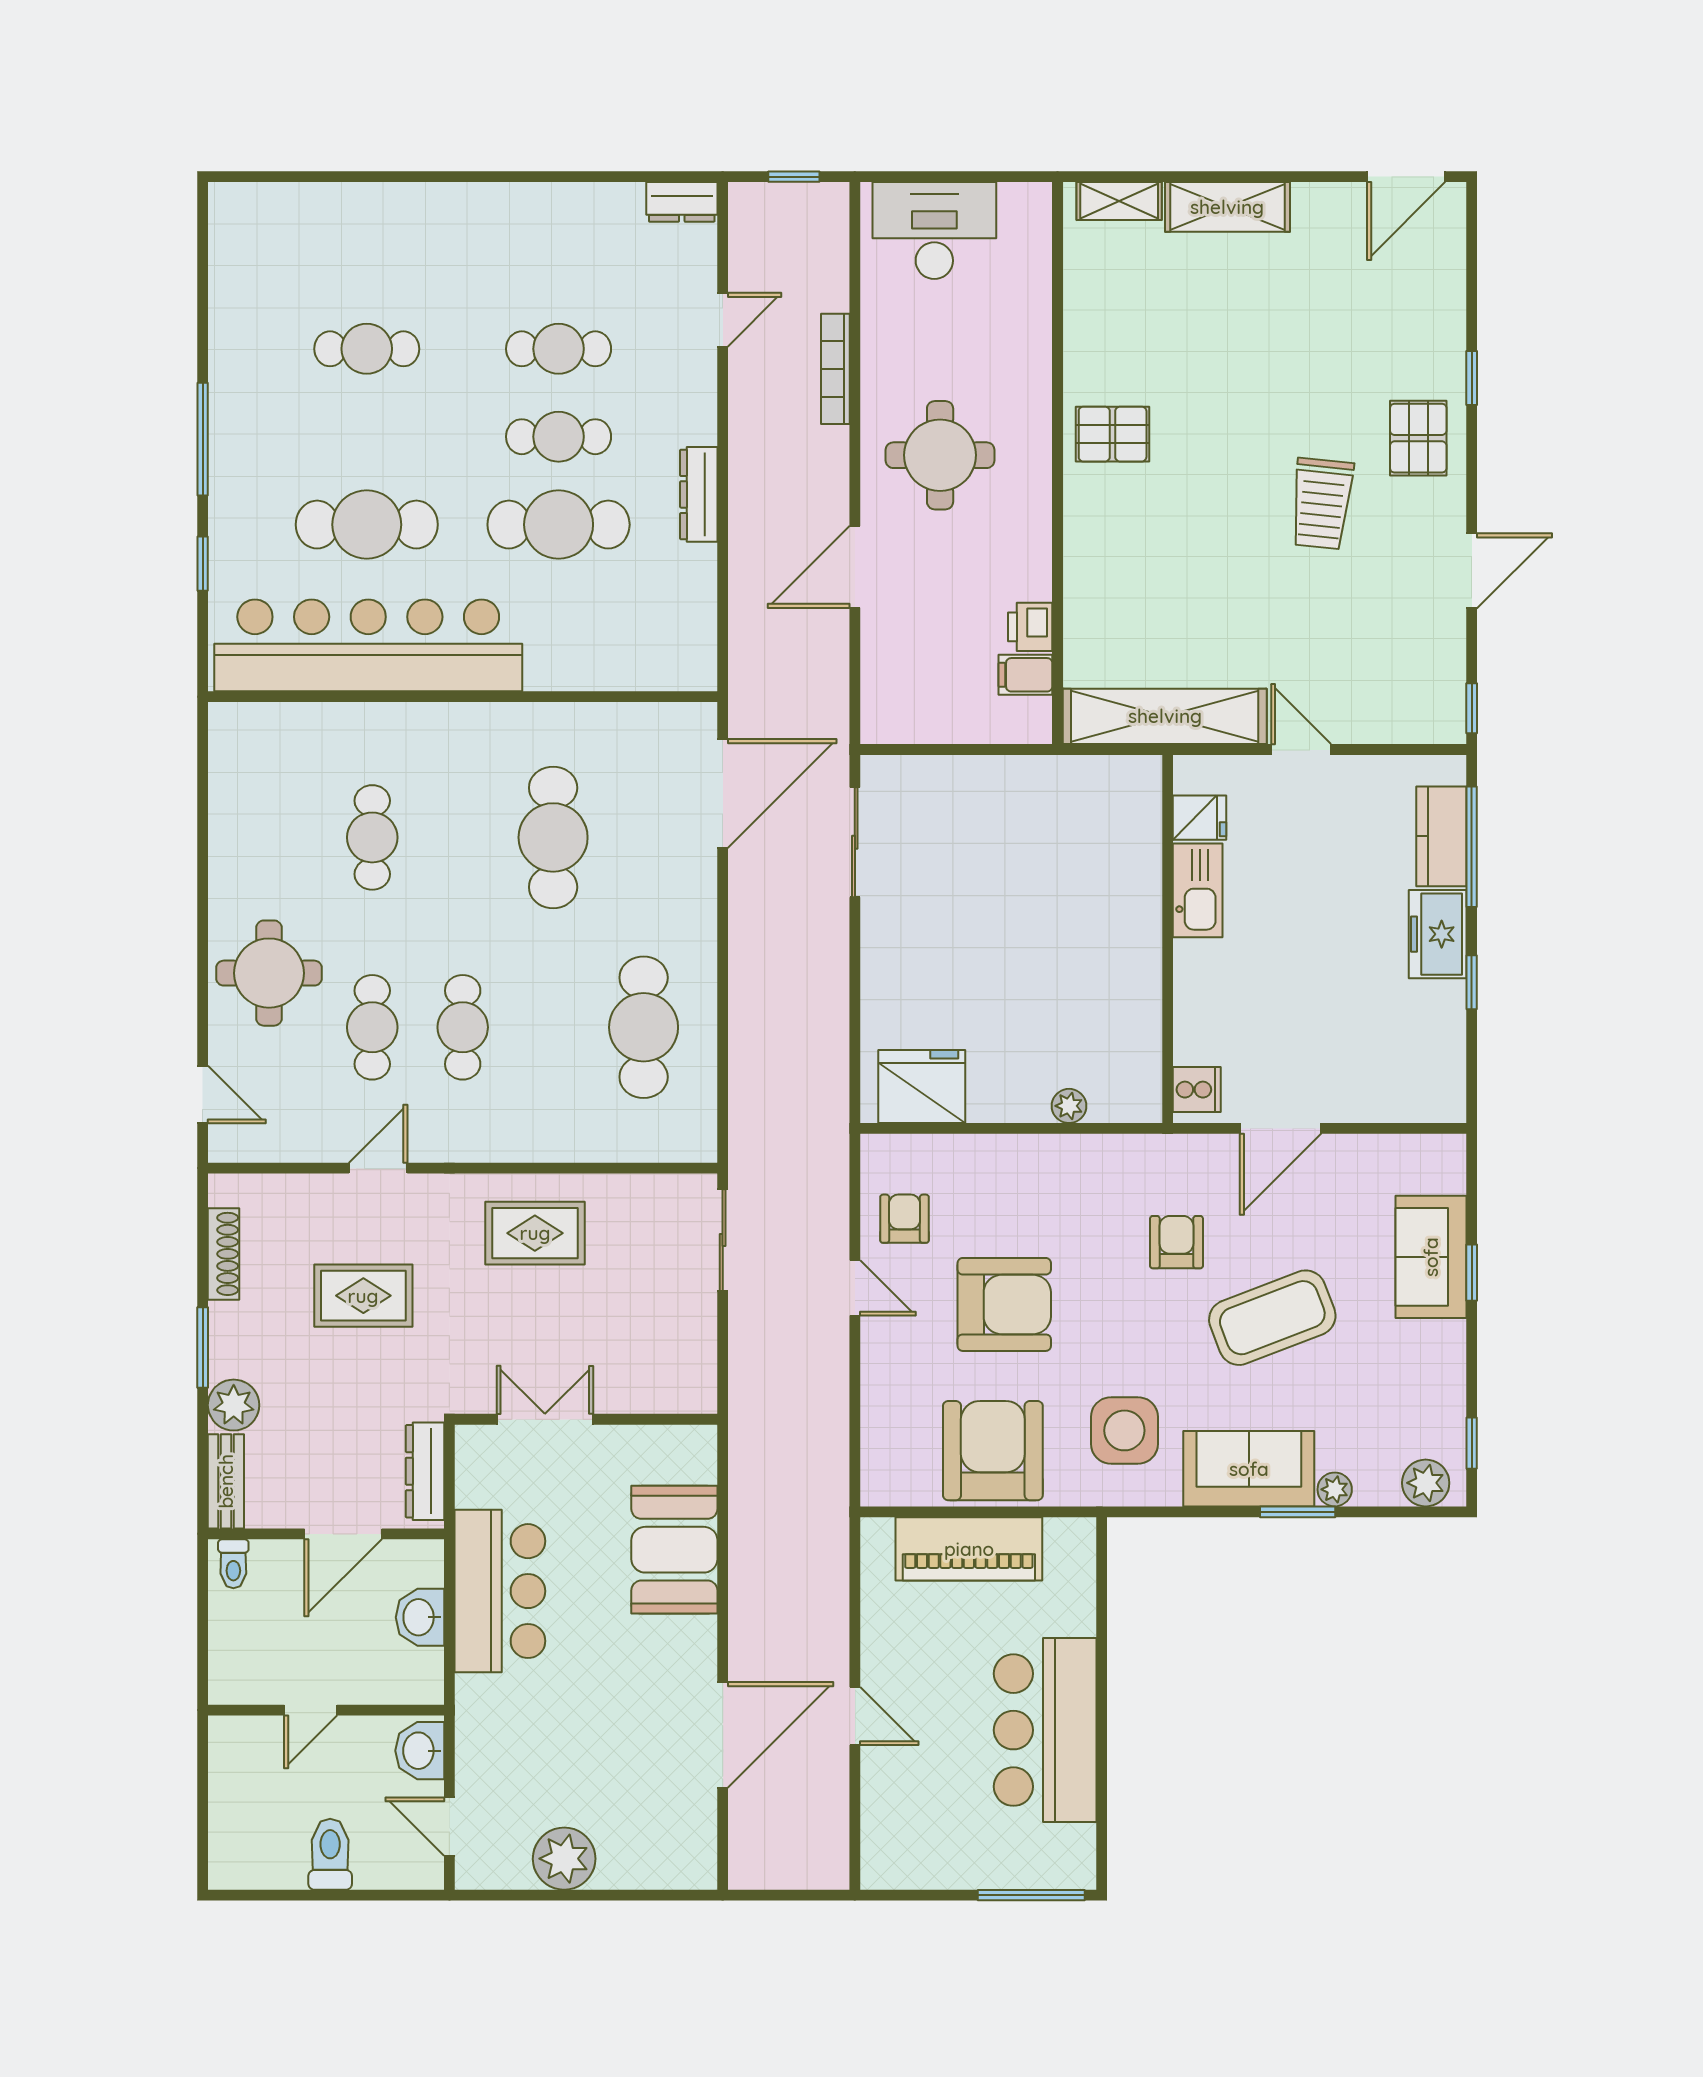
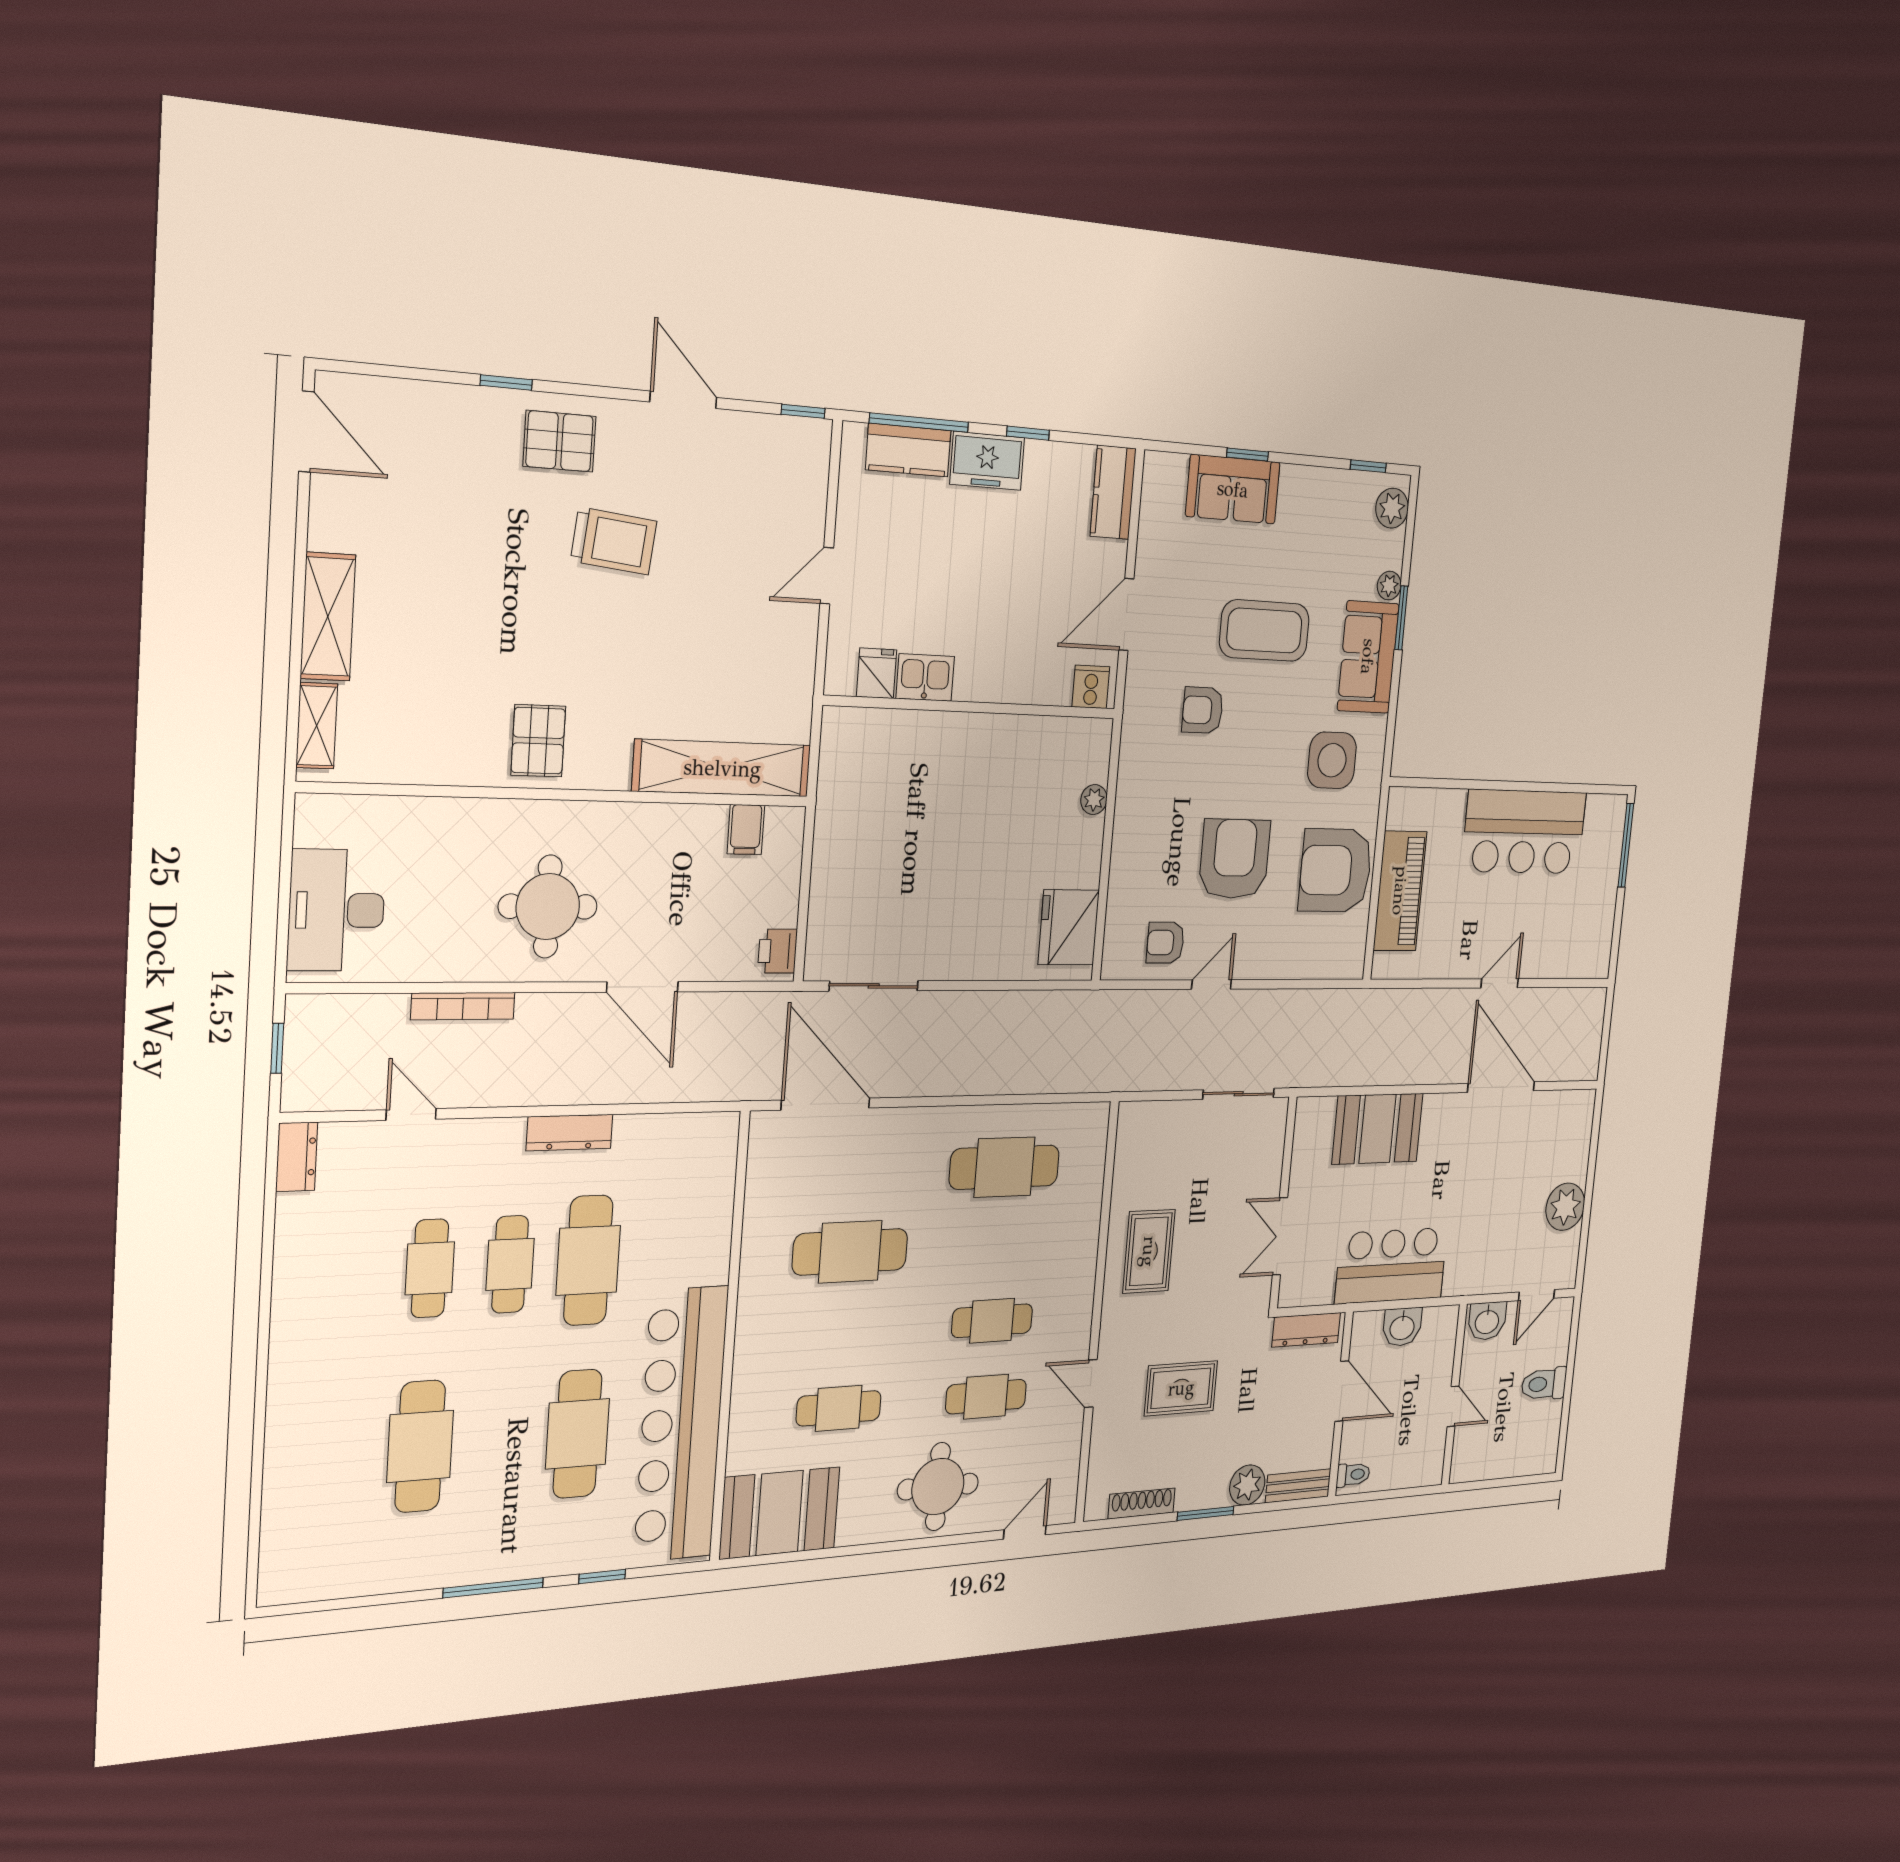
cafe table: (367, 349) -> (420, 1446), width x1.37, depth x1.35
printer: (1030, 627) -> (778, 951), moved, turned 90
shelving: (1165, 716) -> (722, 768), moved, turned 90
booth: (256, 773) -> (780, 1513), added
kitchen sink: (1198, 890) -> (925, 678), width x0.73
kitchen counter: (1416, 1098) -> (1113, 492), added
door: (1281, 1128) -> (1126, 614), swing flipped
sliding door: (723, 1240) -> (1239, 1094), moved
rug: (363, 1296) -> (1181, 1388), turned 90
coffee table: (1272, 1318) -> (1264, 631), turned -69

